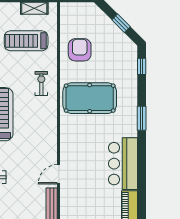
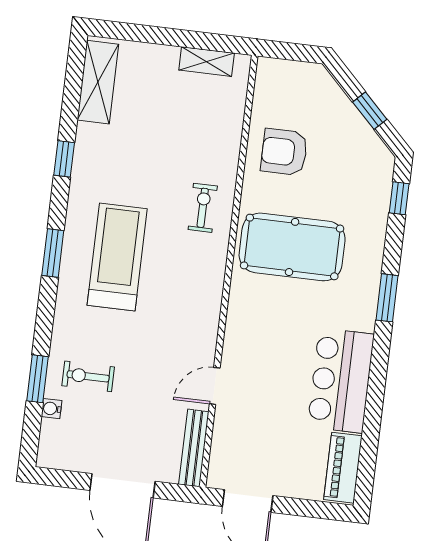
treadmill: (26, 41) -> (183, 122), removed
armchair: (80, 50) -> (284, 152), turned -90

